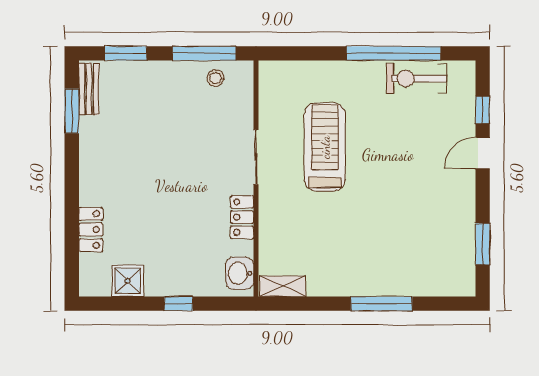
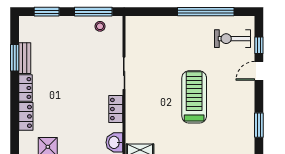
exercise bike: (416, 78) -> (233, 39), moved
bench: (89, 89) -> (25, 58), moved
window: (72, 111) -> (15, 58), moved
treadmill: (325, 147) -> (194, 97), moved
locker: (90, 182) -> (26, 88), added

